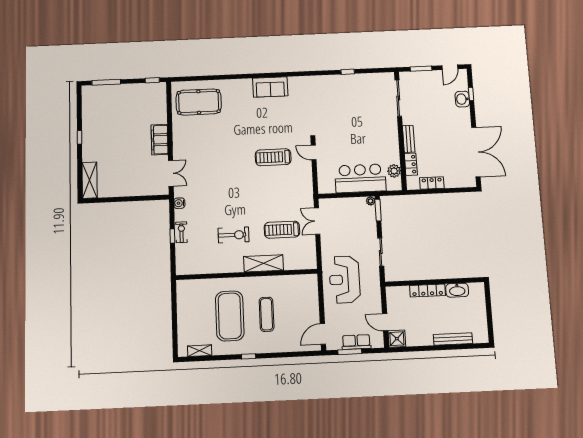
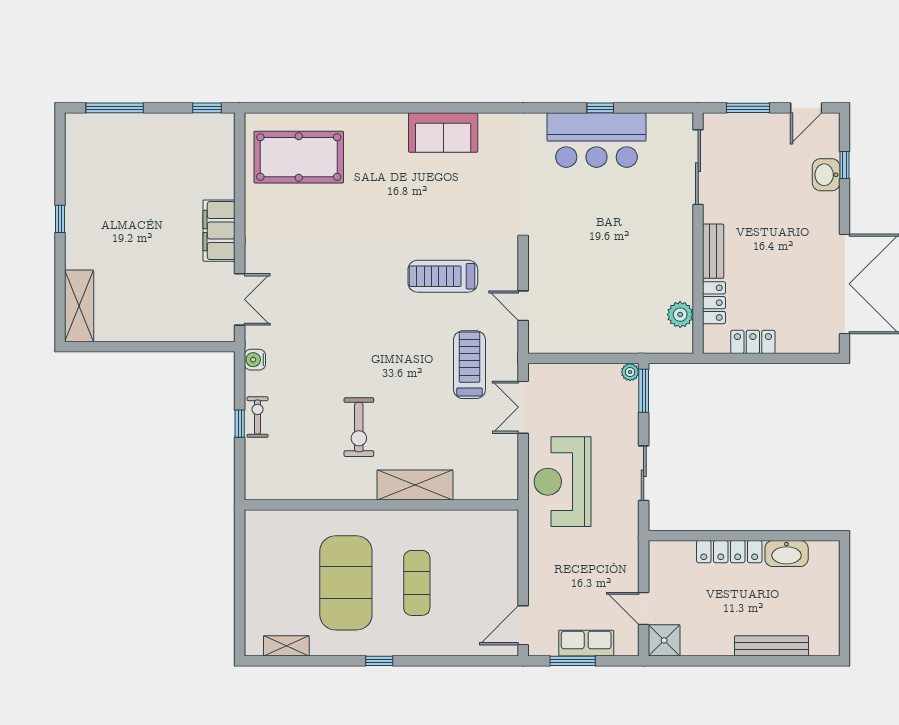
door: (314, 153) -> (523, 306), moved
bar counter: (360, 178) -> (596, 140), moved, turned 180
treadmill: (282, 230) -> (469, 365), moved, turned 90
exercise bike: (234, 235) -> (359, 427), turned 90
reception desk: (345, 280) -> (563, 482), moved

